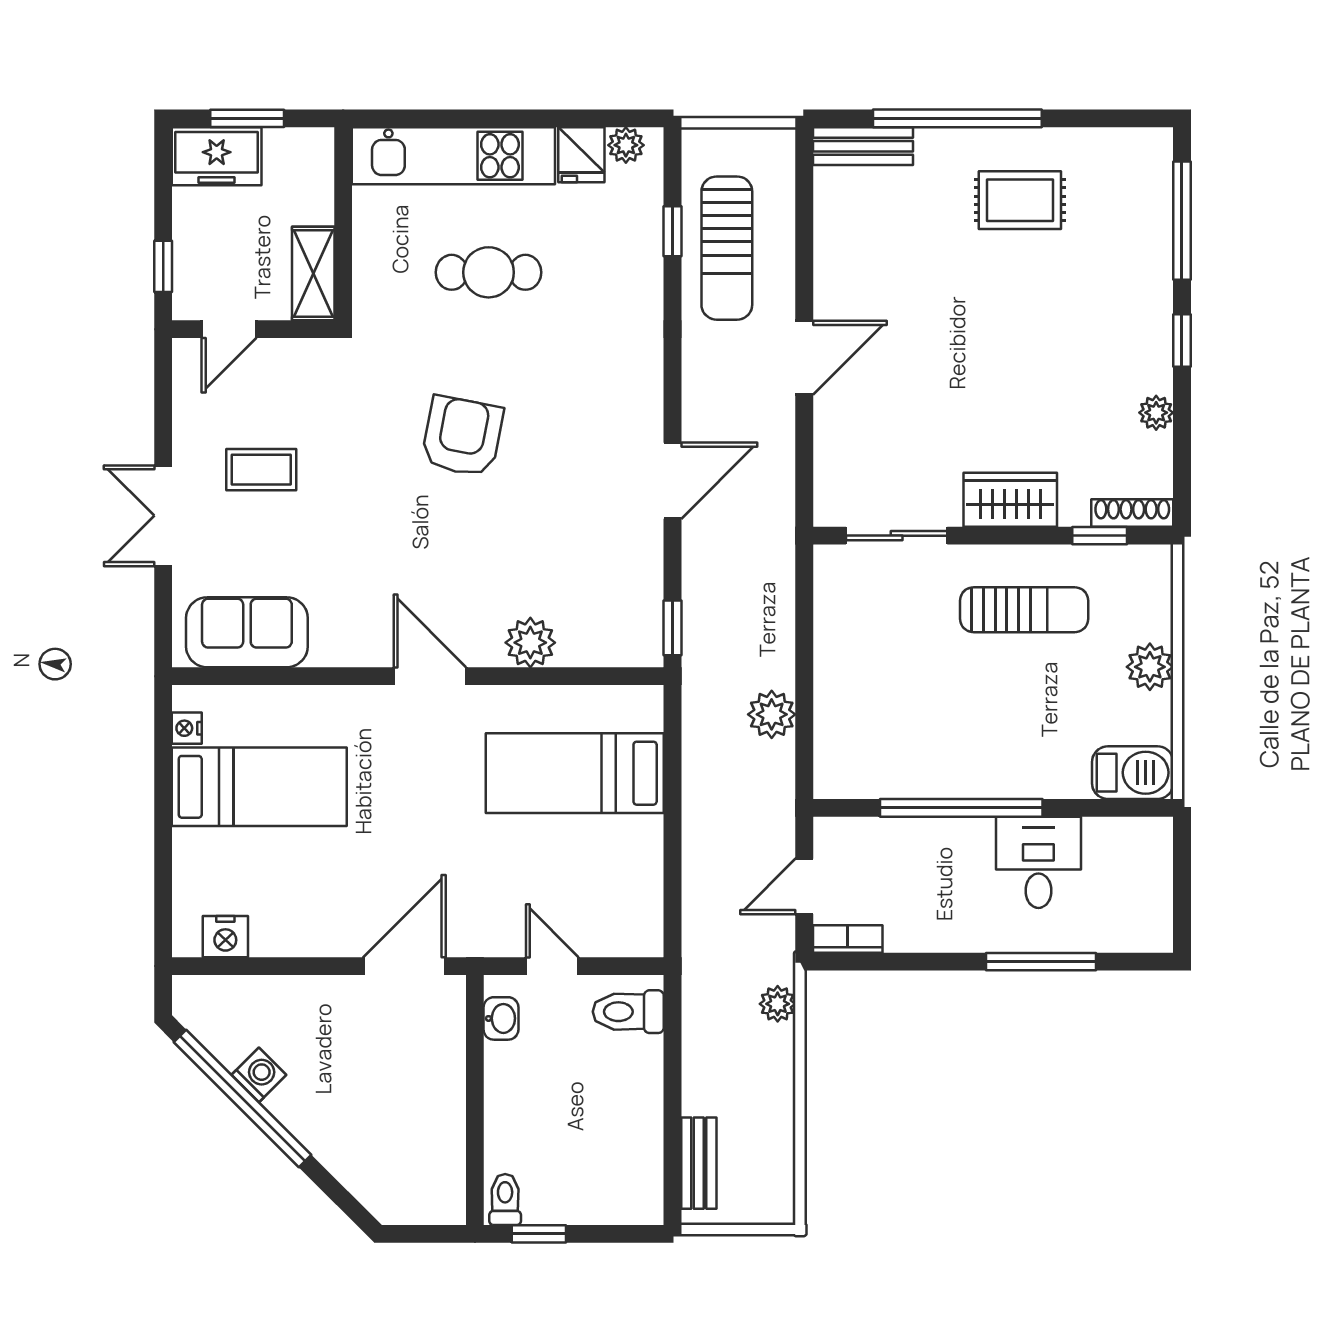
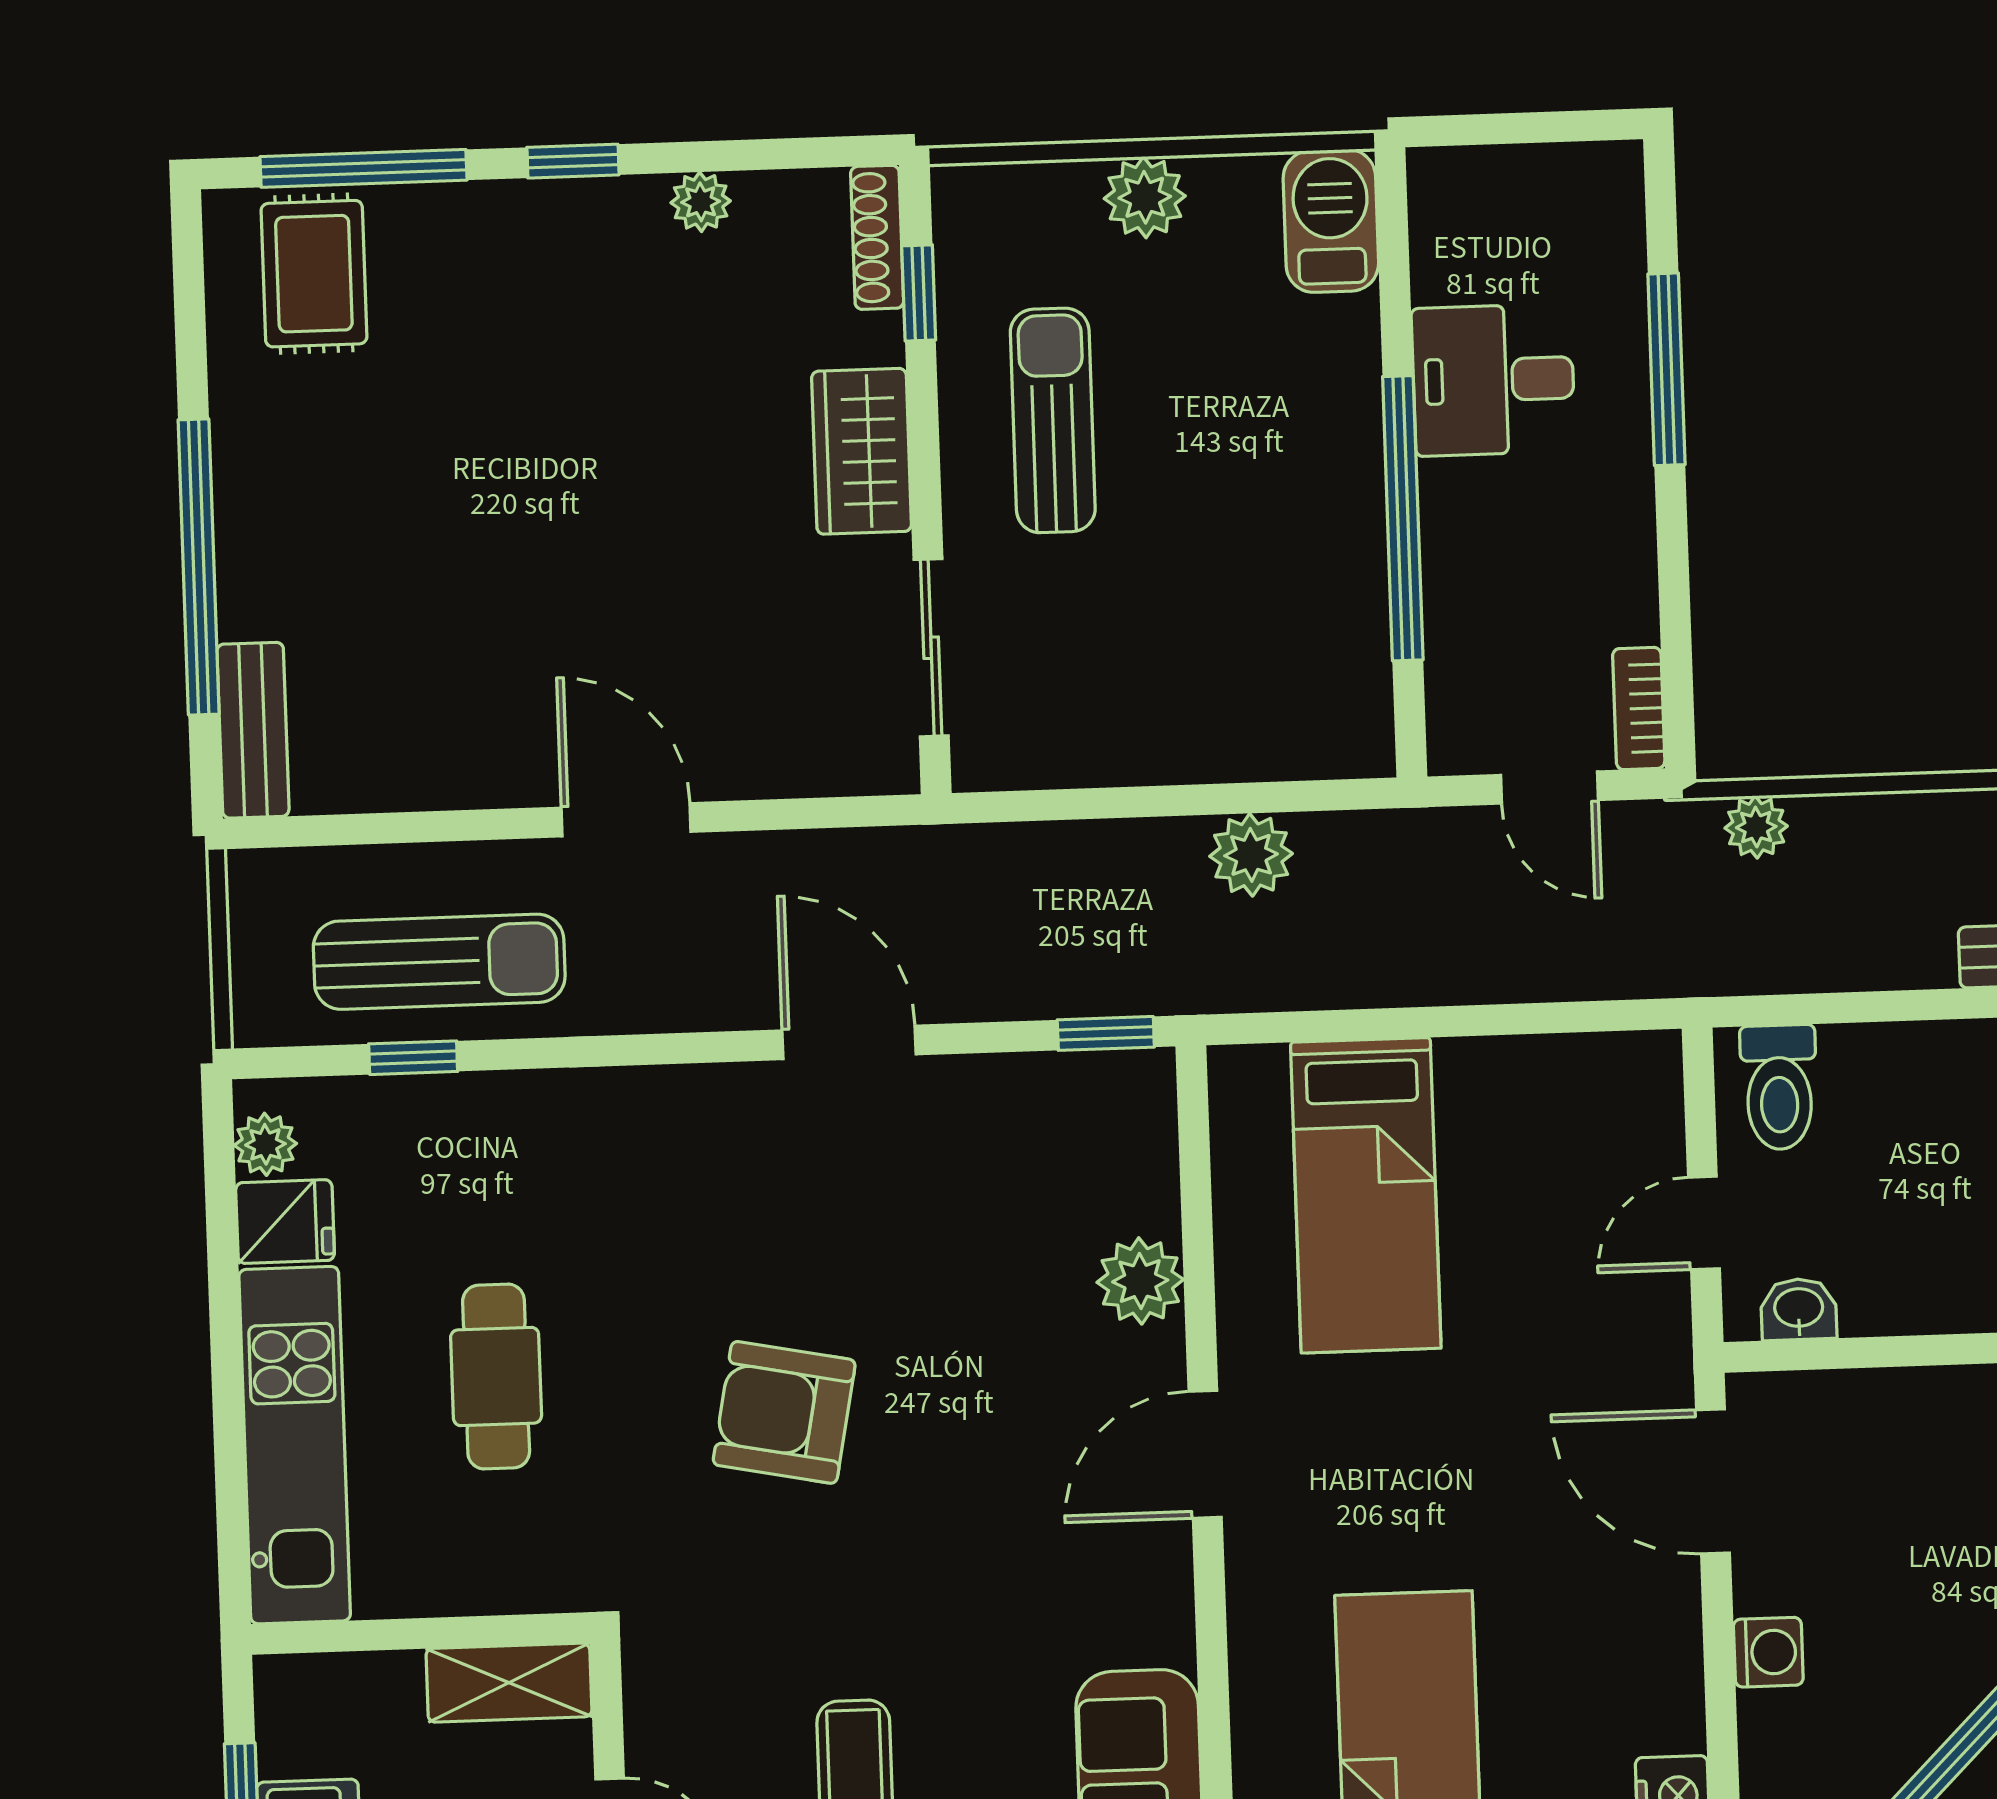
rug: (1020, 200) -> (314, 274), moved
washing machine: (259, 1075) -> (1768, 1652), moved, turned 135

